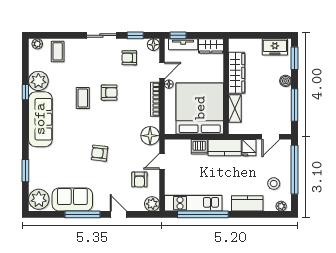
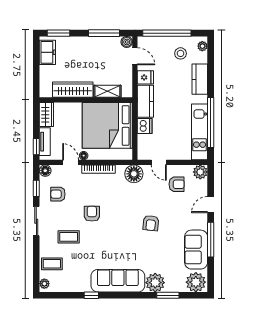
armchair: (129, 58) -> (58, 194), turned 90
plant: (38, 81) -> (155, 283), moved
boiler: (285, 81) -> (127, 42), moved
coffee table: (83, 98) -> (69, 237), moved

